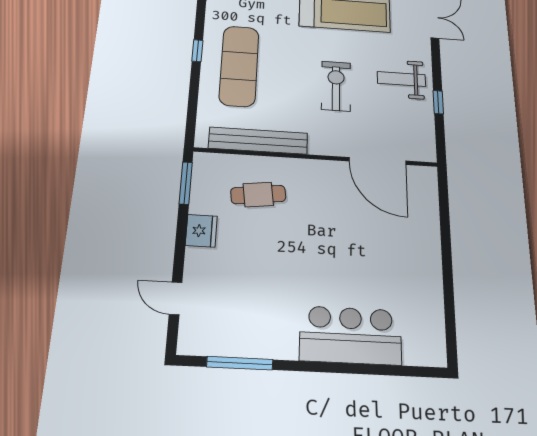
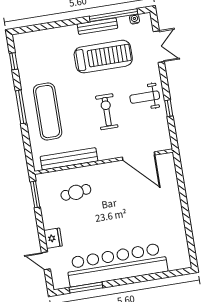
window: (197, 51) -> (21, 107), width x2.17
fridge: (201, 231) -> (53, 238), moved
bar counter: (351, 335) -> (117, 265), width x1.86

